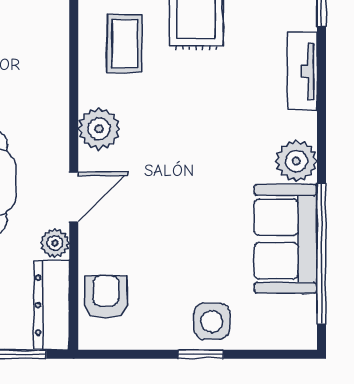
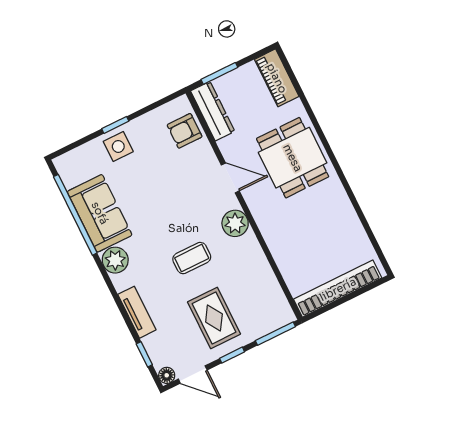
coffee table: (125, 43) -> (192, 258), moved, turned 90
door: (74, 197) -> (230, 178), swing flipped
plant: (55, 243) -> (228, 147), removed
armchair: (106, 297) -> (185, 131), turned 90

